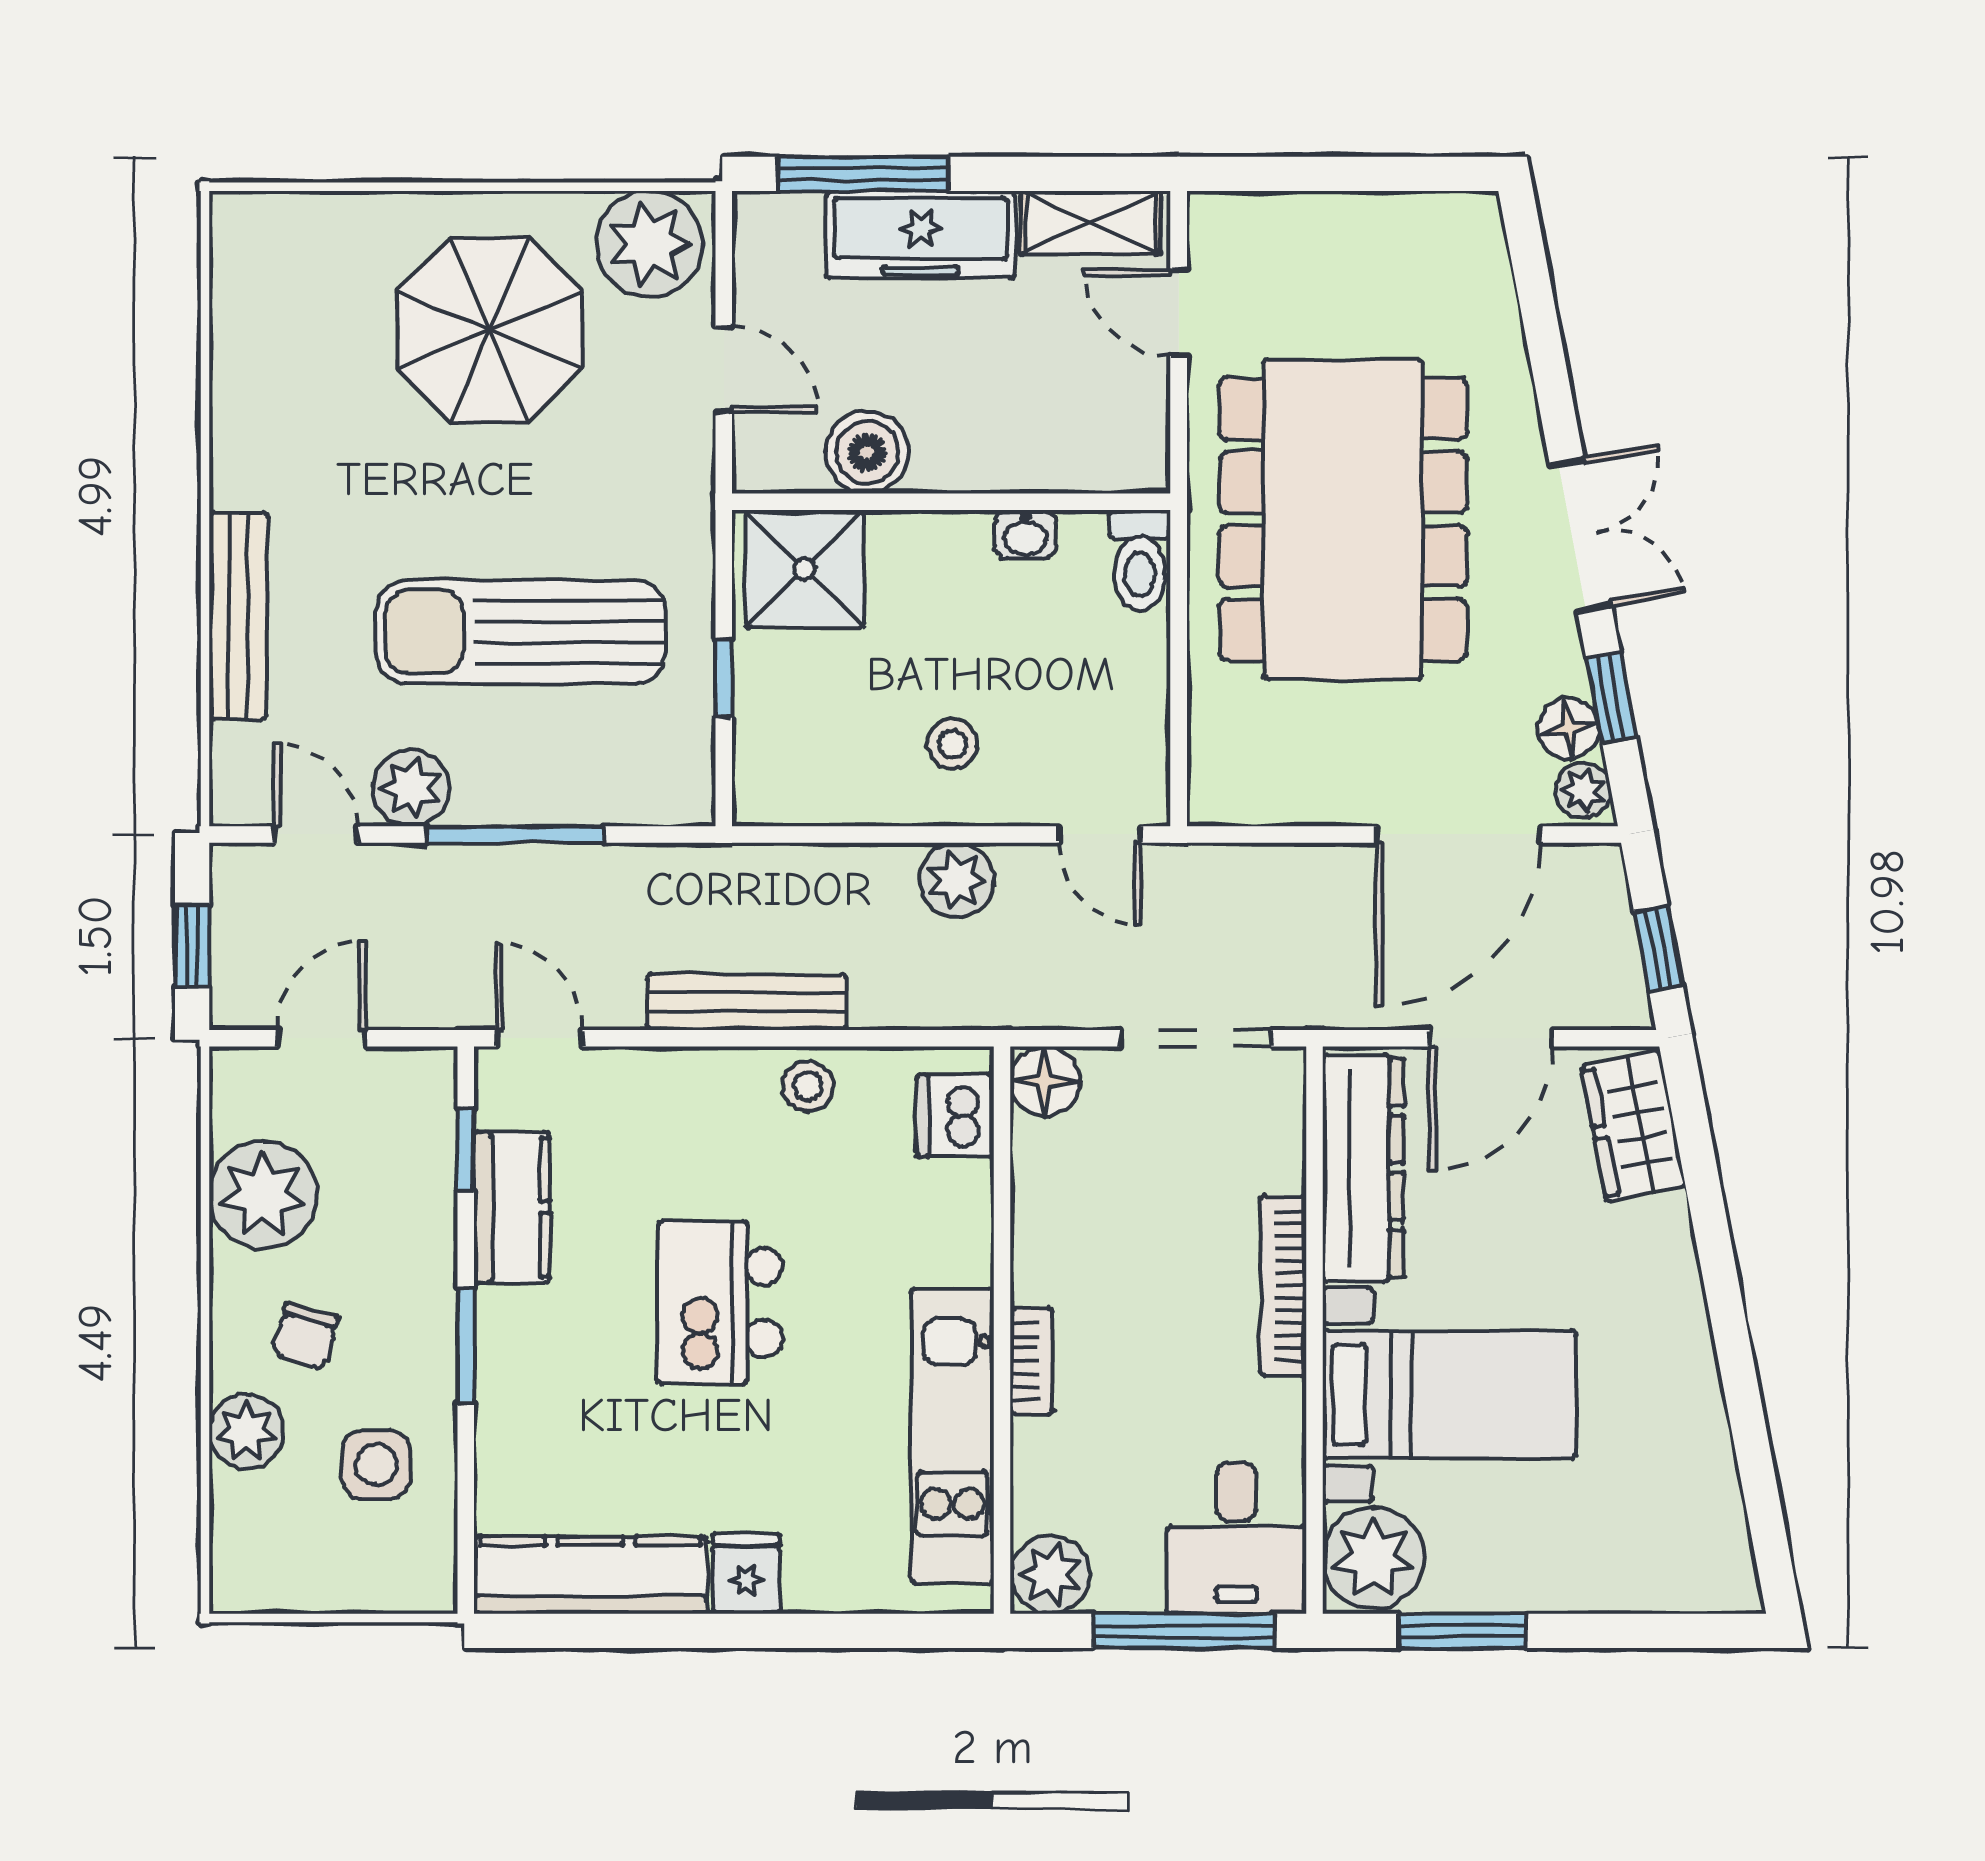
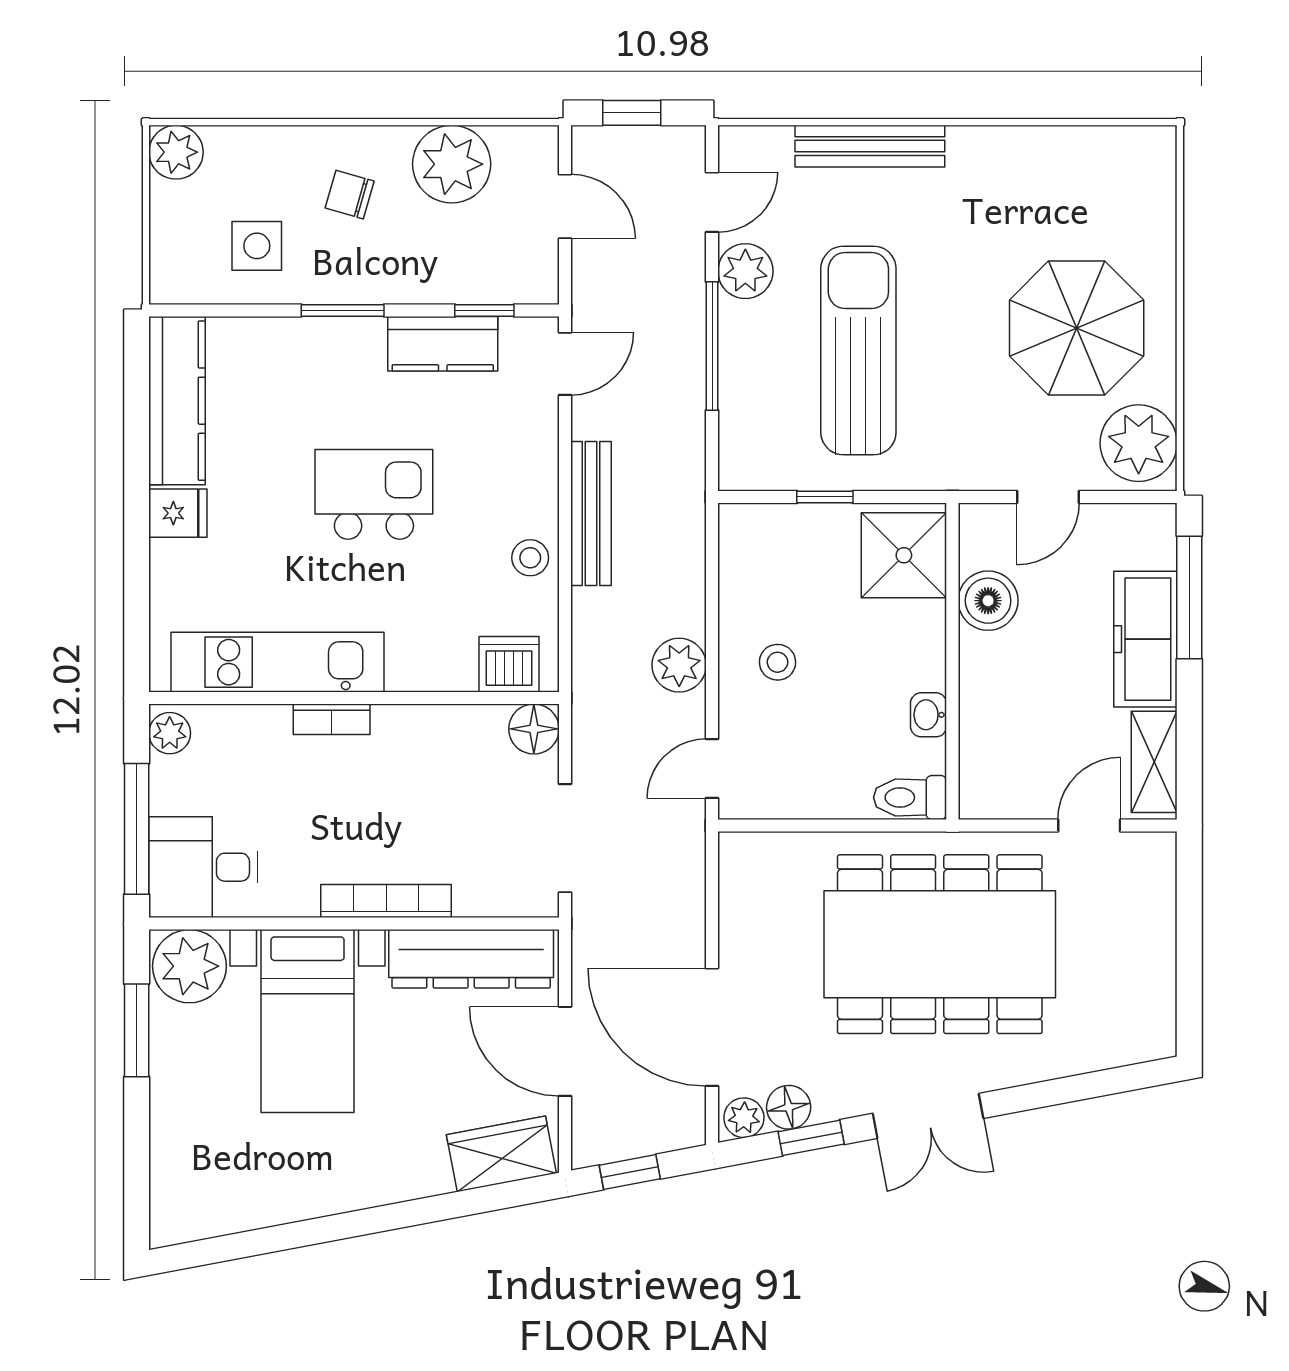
plant: (246, 1431) -> (176, 152), moved
plant: (1051, 1575) -> (170, 733), width x0.73, depth x0.73

